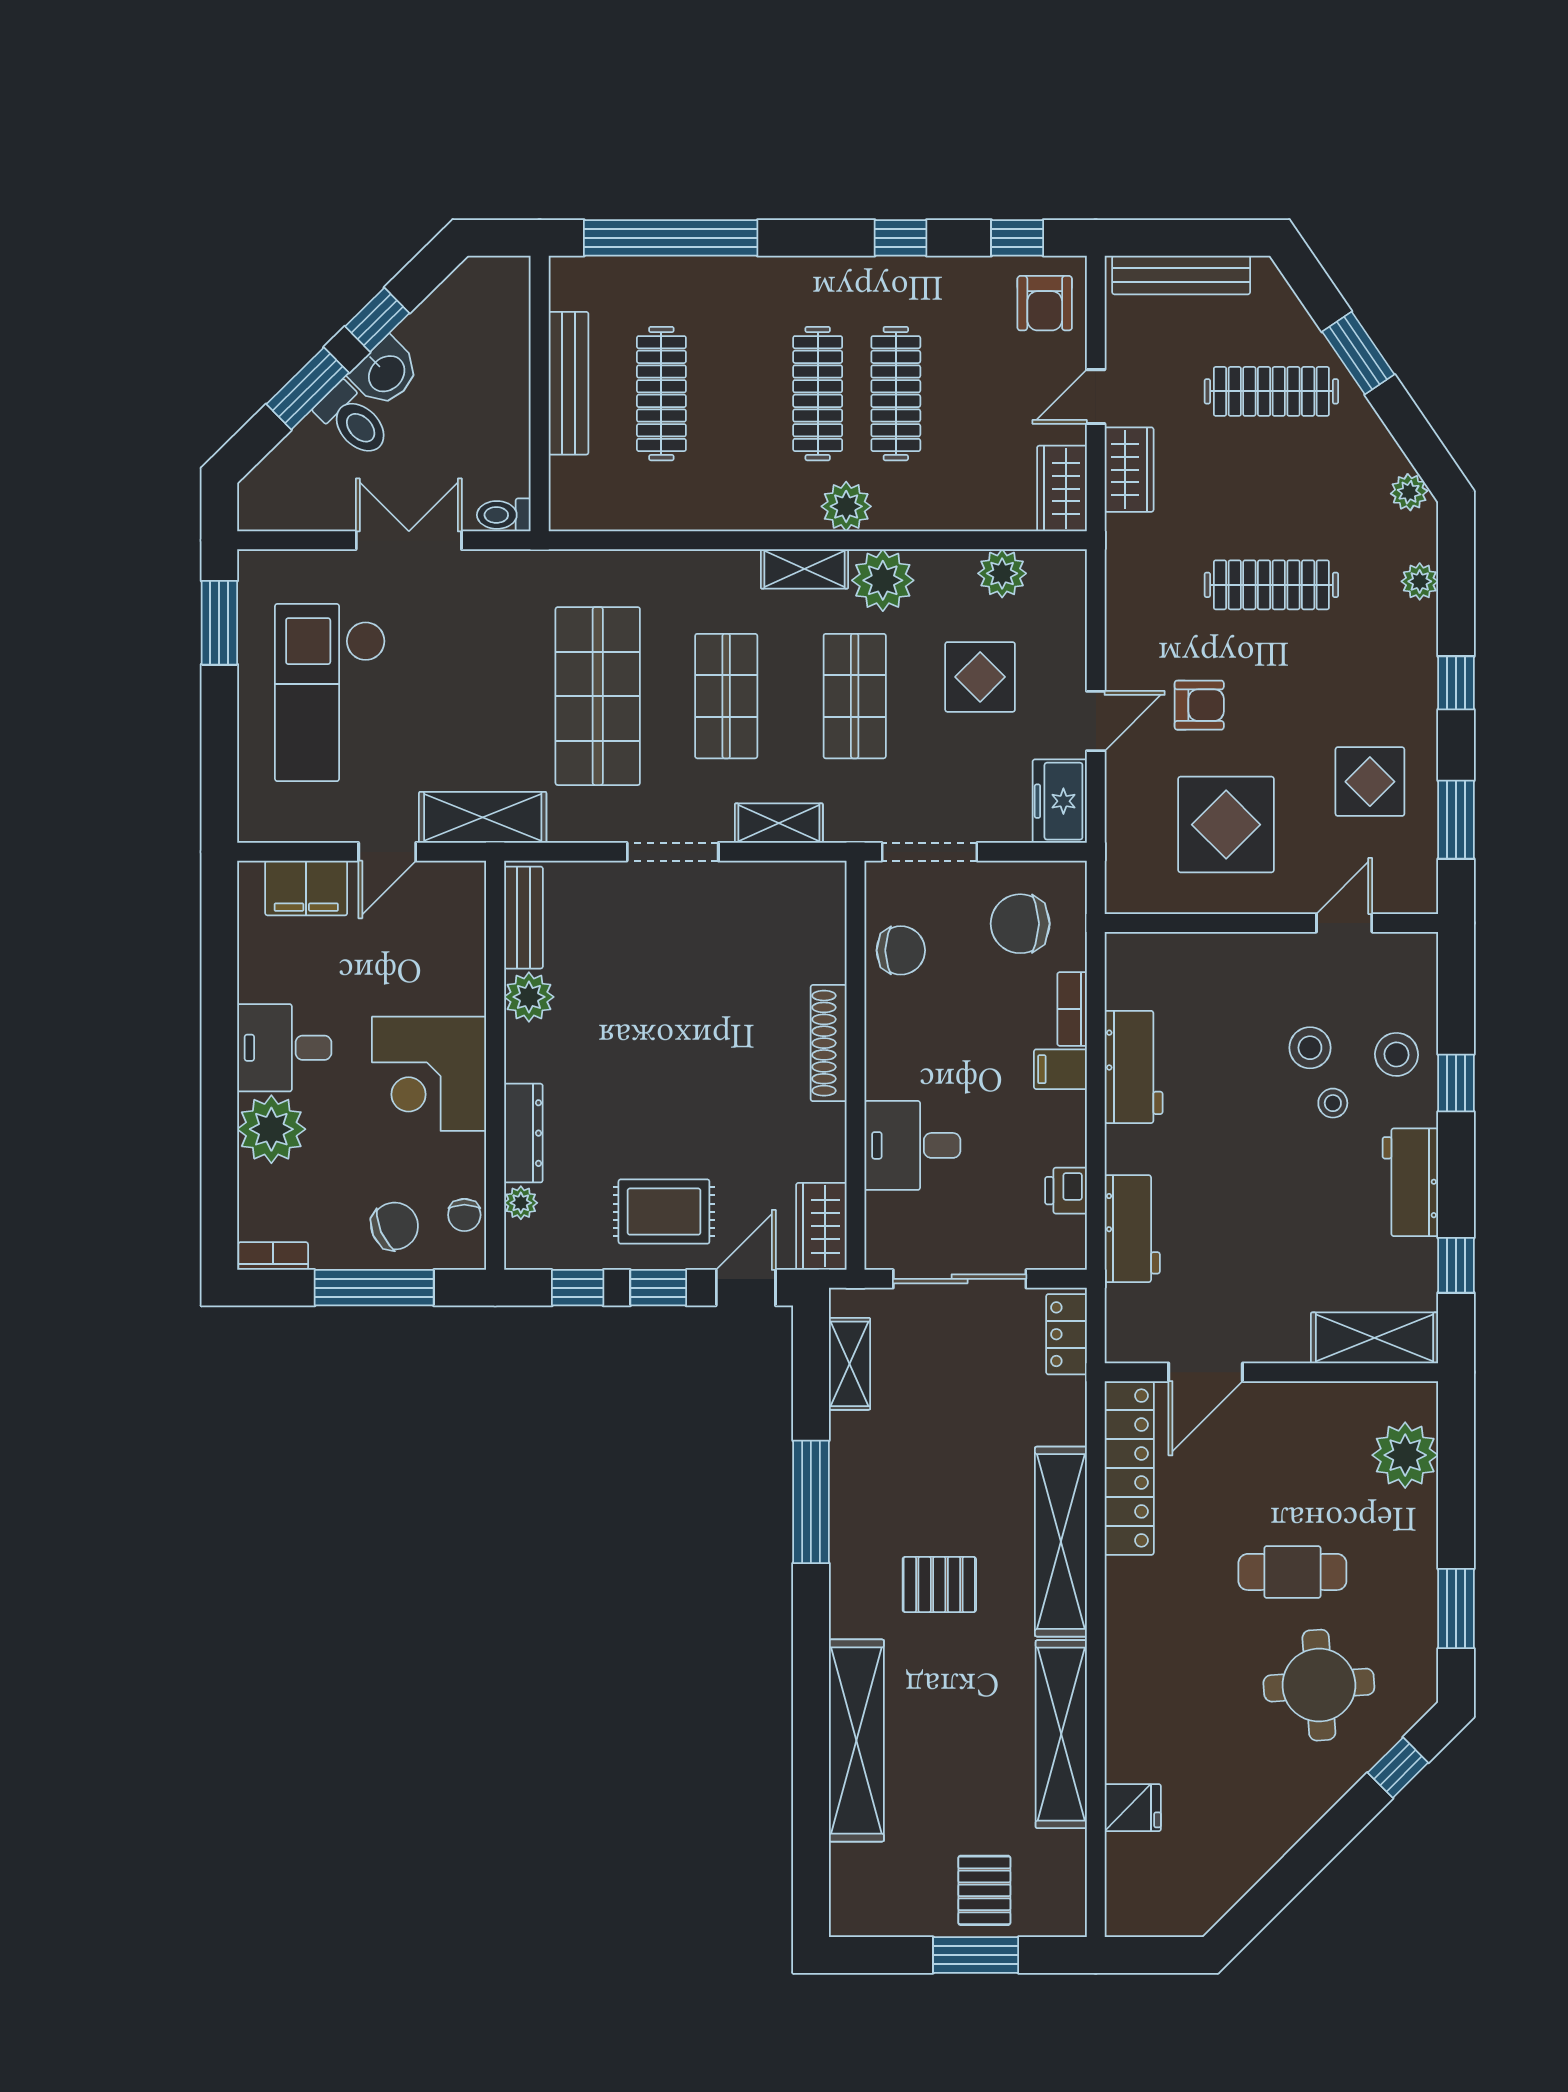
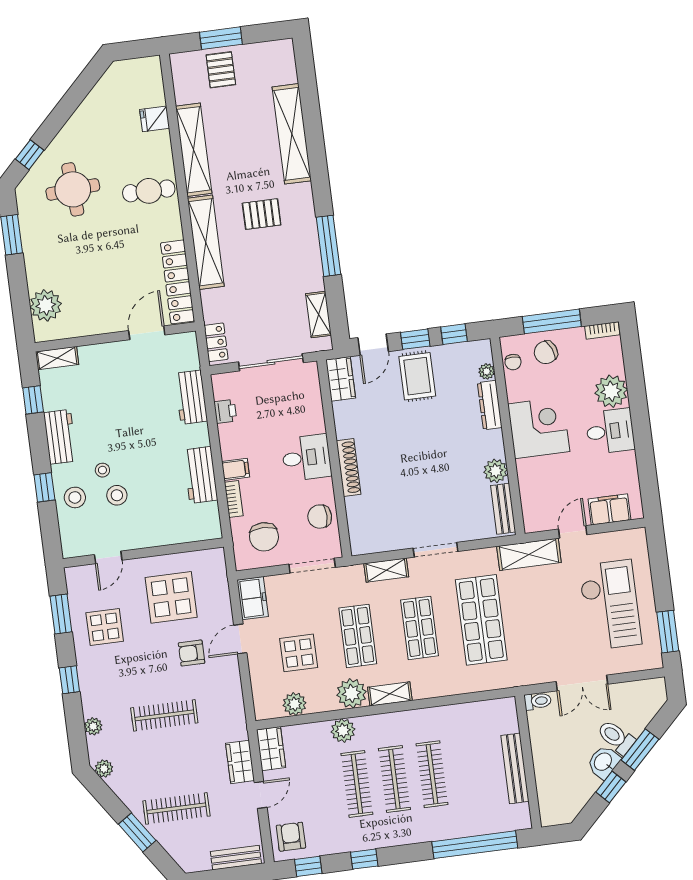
bench: (1181, 275) -> (236, 858), width x0.73
clothes rail: (661, 394) -> (432, 774), moved
plant: (846, 506) -> (343, 731), moved
chair: (1020, 924) -> (264, 537), turned 90
desk: (912, 1145) -> (306, 458), moved
rug: (664, 1212) -> (417, 376), turned 90
chair: (464, 1215) -> (513, 362), turned 180
shelving: (1375, 1338) -> (57, 358), width x0.67, depth x0.75
cafe table: (1292, 1572) -> (149, 191), moved

